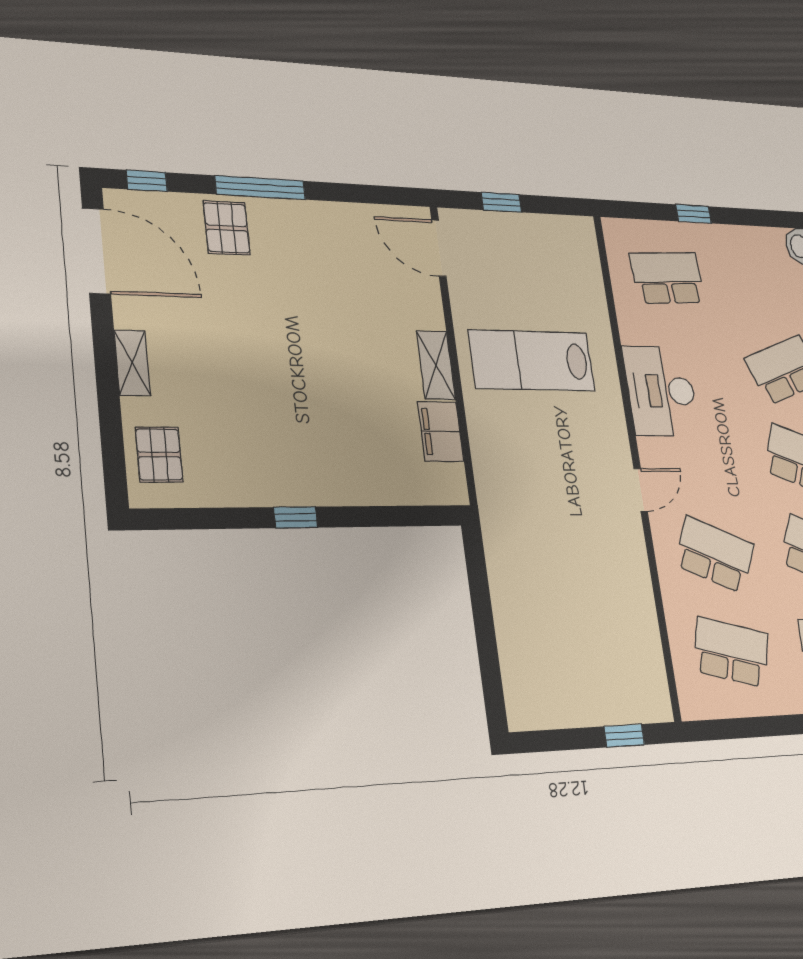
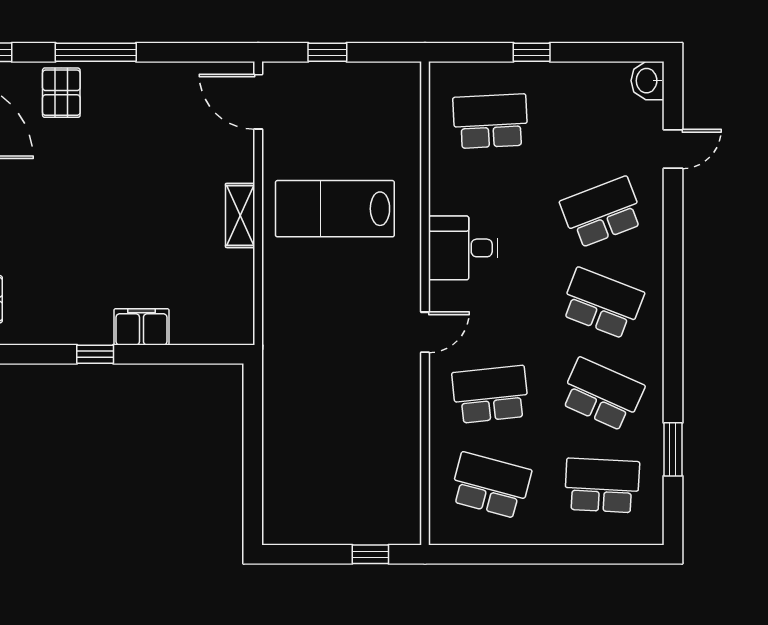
desk: (661, 391) -> (463, 248), width x0.73
filing cabinet: (441, 432) -> (141, 327), moved, turned 90
school desk: (715, 555) -> (490, 394), turned -30

